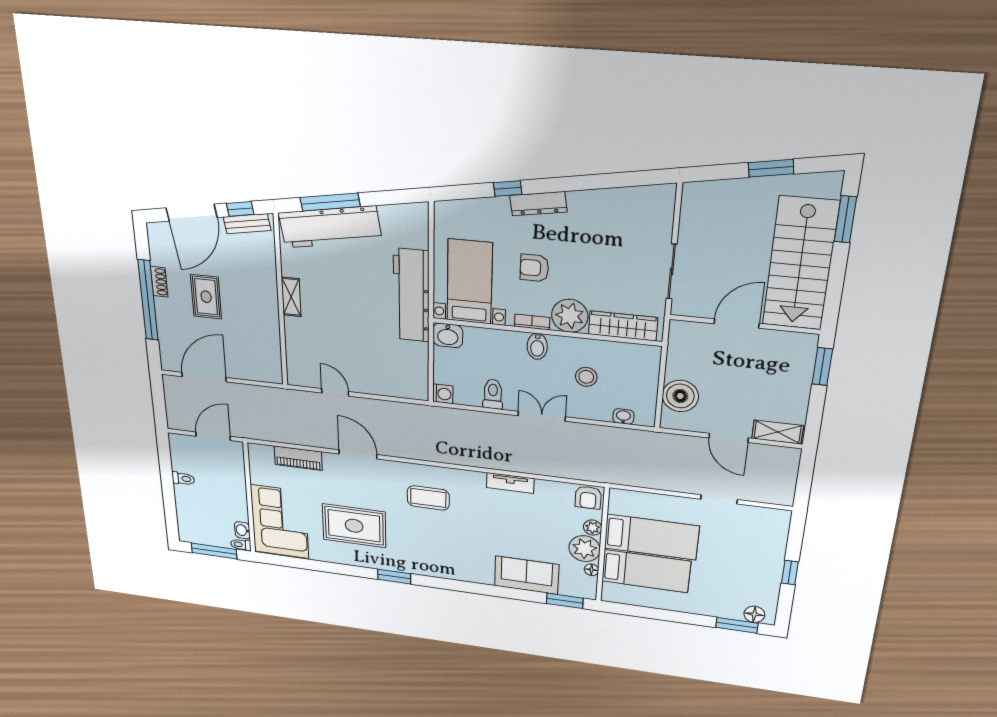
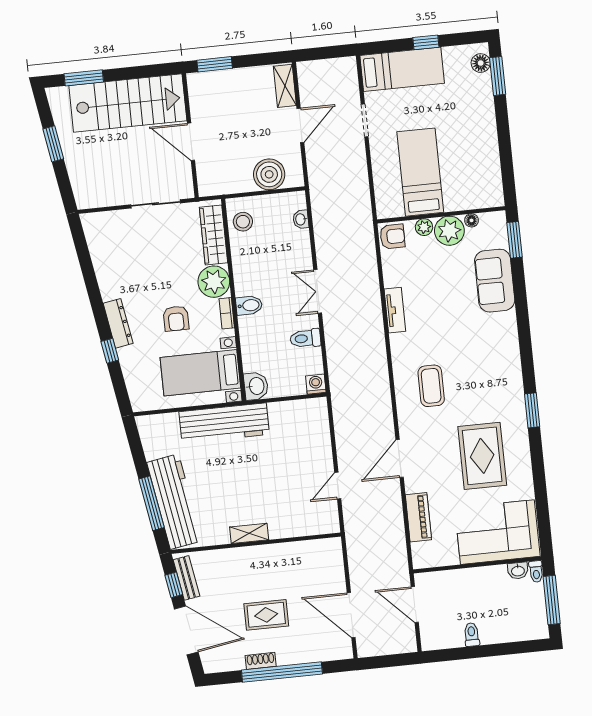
stool: (586, 377) -> (243, 222), moved
bed: (646, 571) -> (402, 69), moved, turned 90

